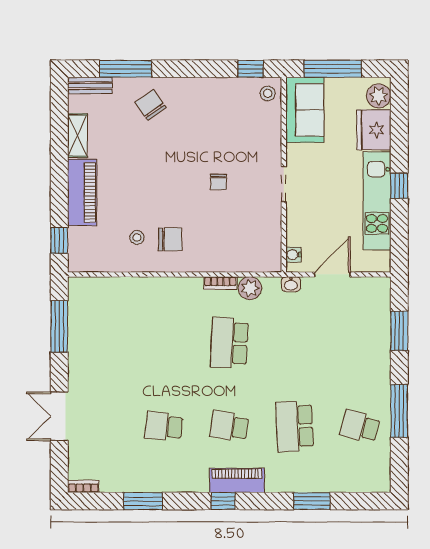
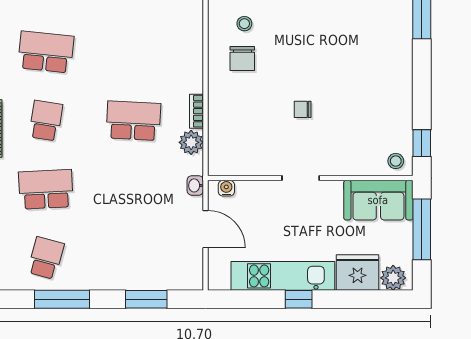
chair: (151, 105) -> (384, 38), removed
school desk: (164, 426) -> (46, 52), width x1.85

